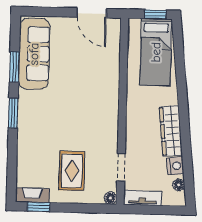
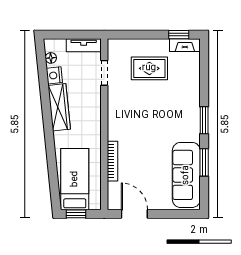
bookcase: (114, 71) -> (113, 161), added
rug: (72, 171) -> (149, 68), turned 90
floor lamp: (110, 198) -> (113, 44), removed

